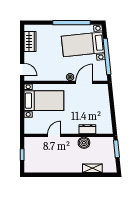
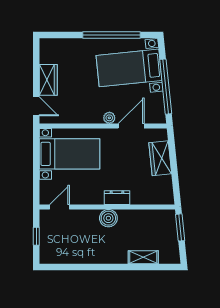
wardrobe: (30, 42) -> (48, 80), moved
wardrobe: (103, 103) -> (160, 158), added
dresser: (87, 129) -> (117, 198), moved
door: (54, 135) -> (59, 207), moved
boiler: (84, 143) -> (108, 218), moved

